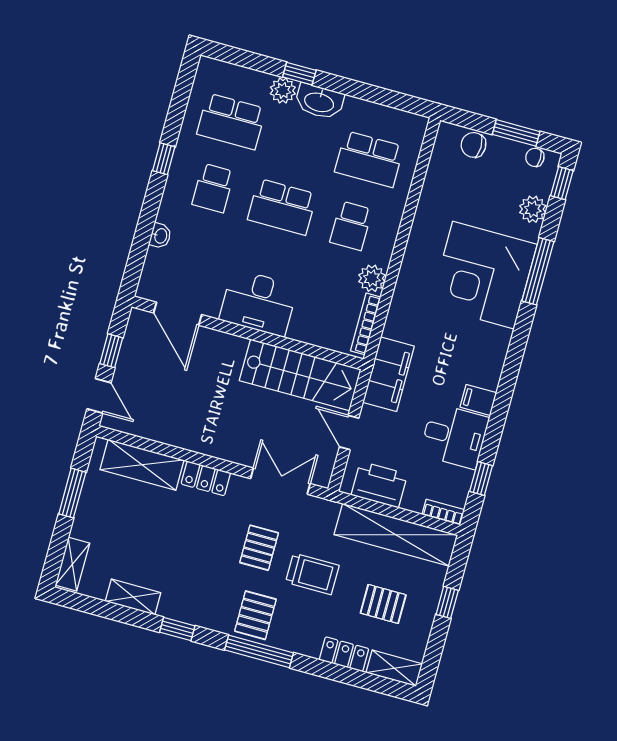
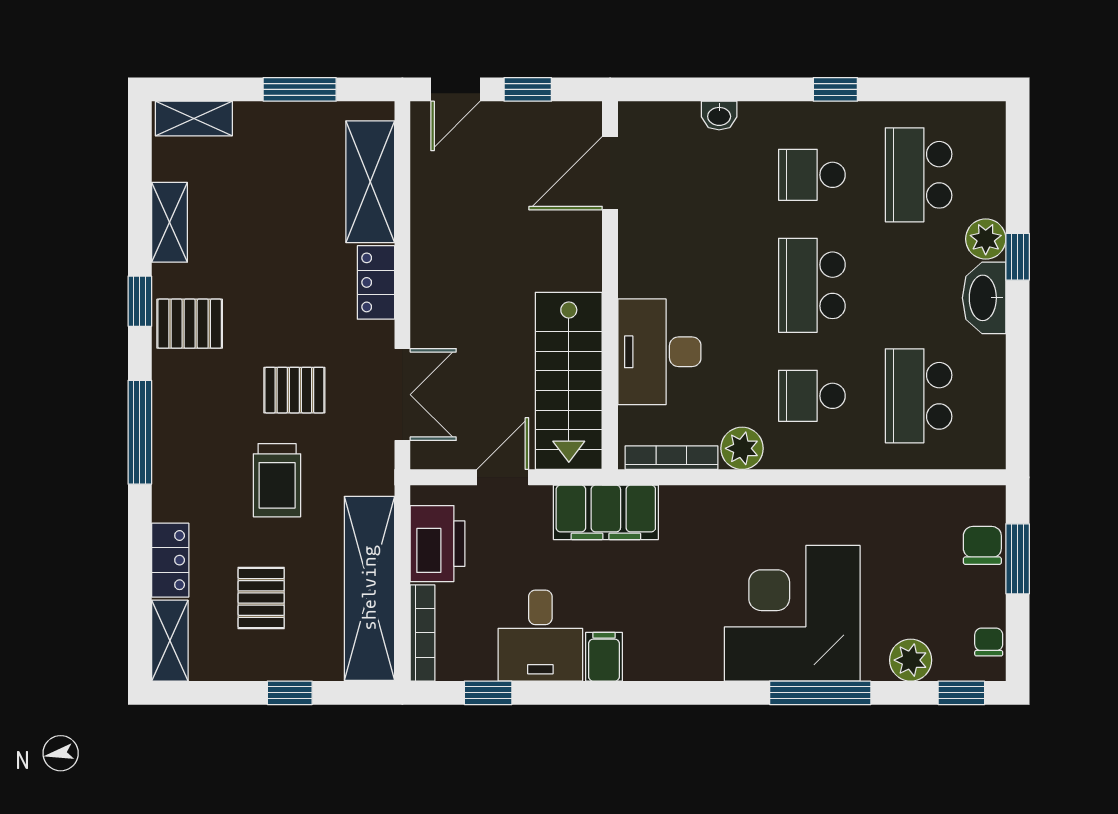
window: (516, 133) -> (1018, 559), moved
desk: (258, 303) -> (659, 352), moved
bookcase: (443, 512) -> (423, 633), width x1.56
pallet: (255, 615) -> (190, 324), moved

